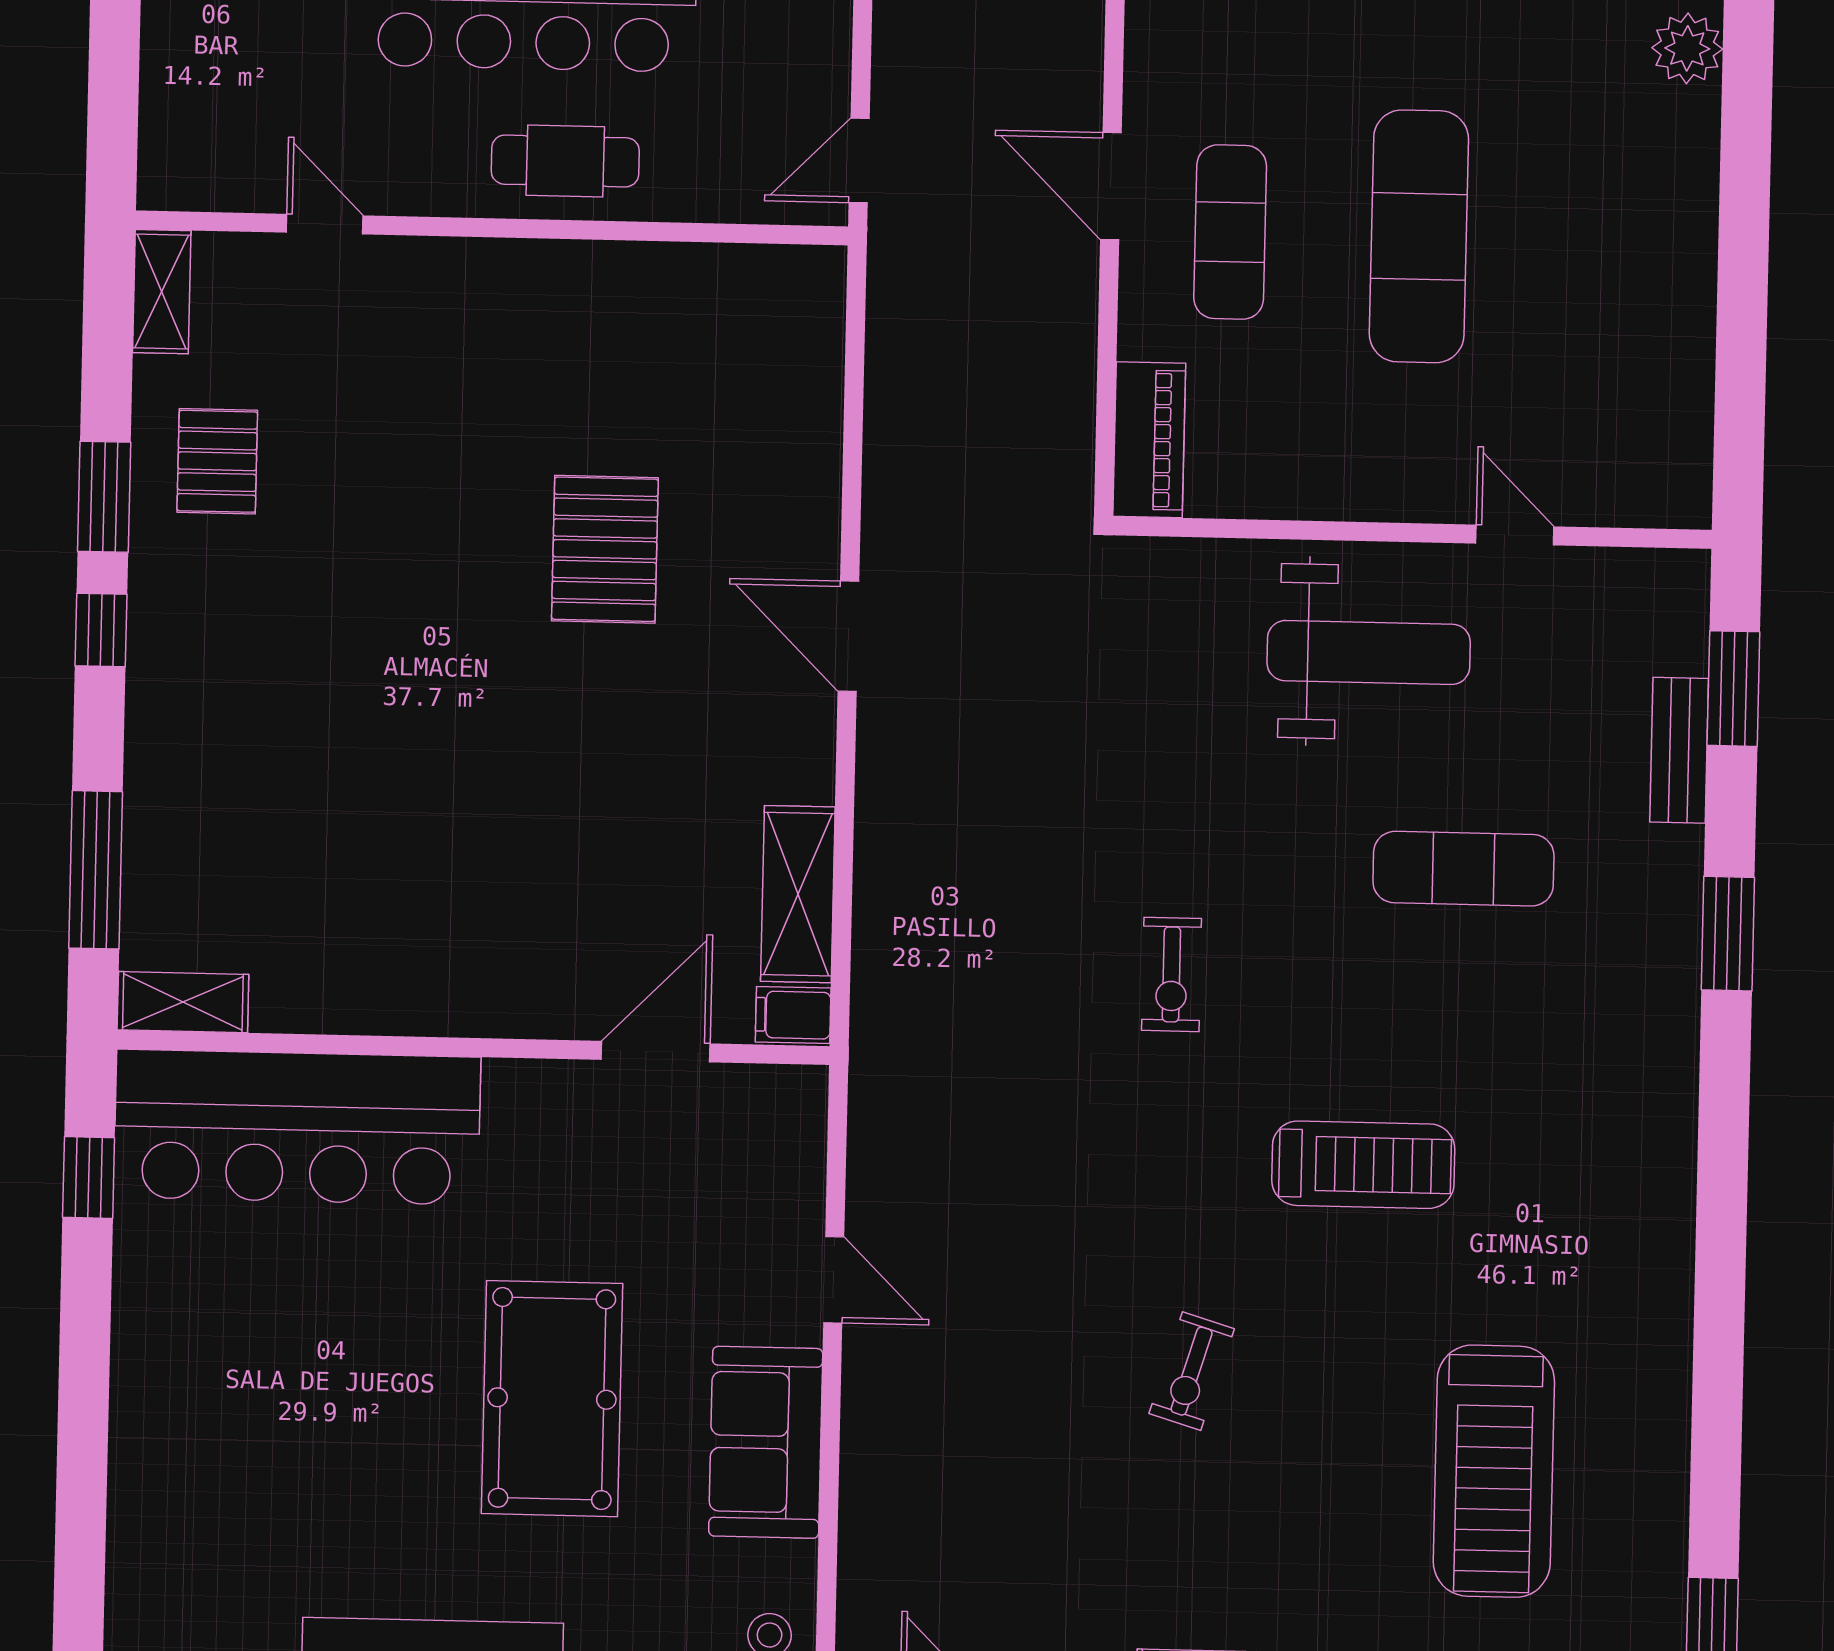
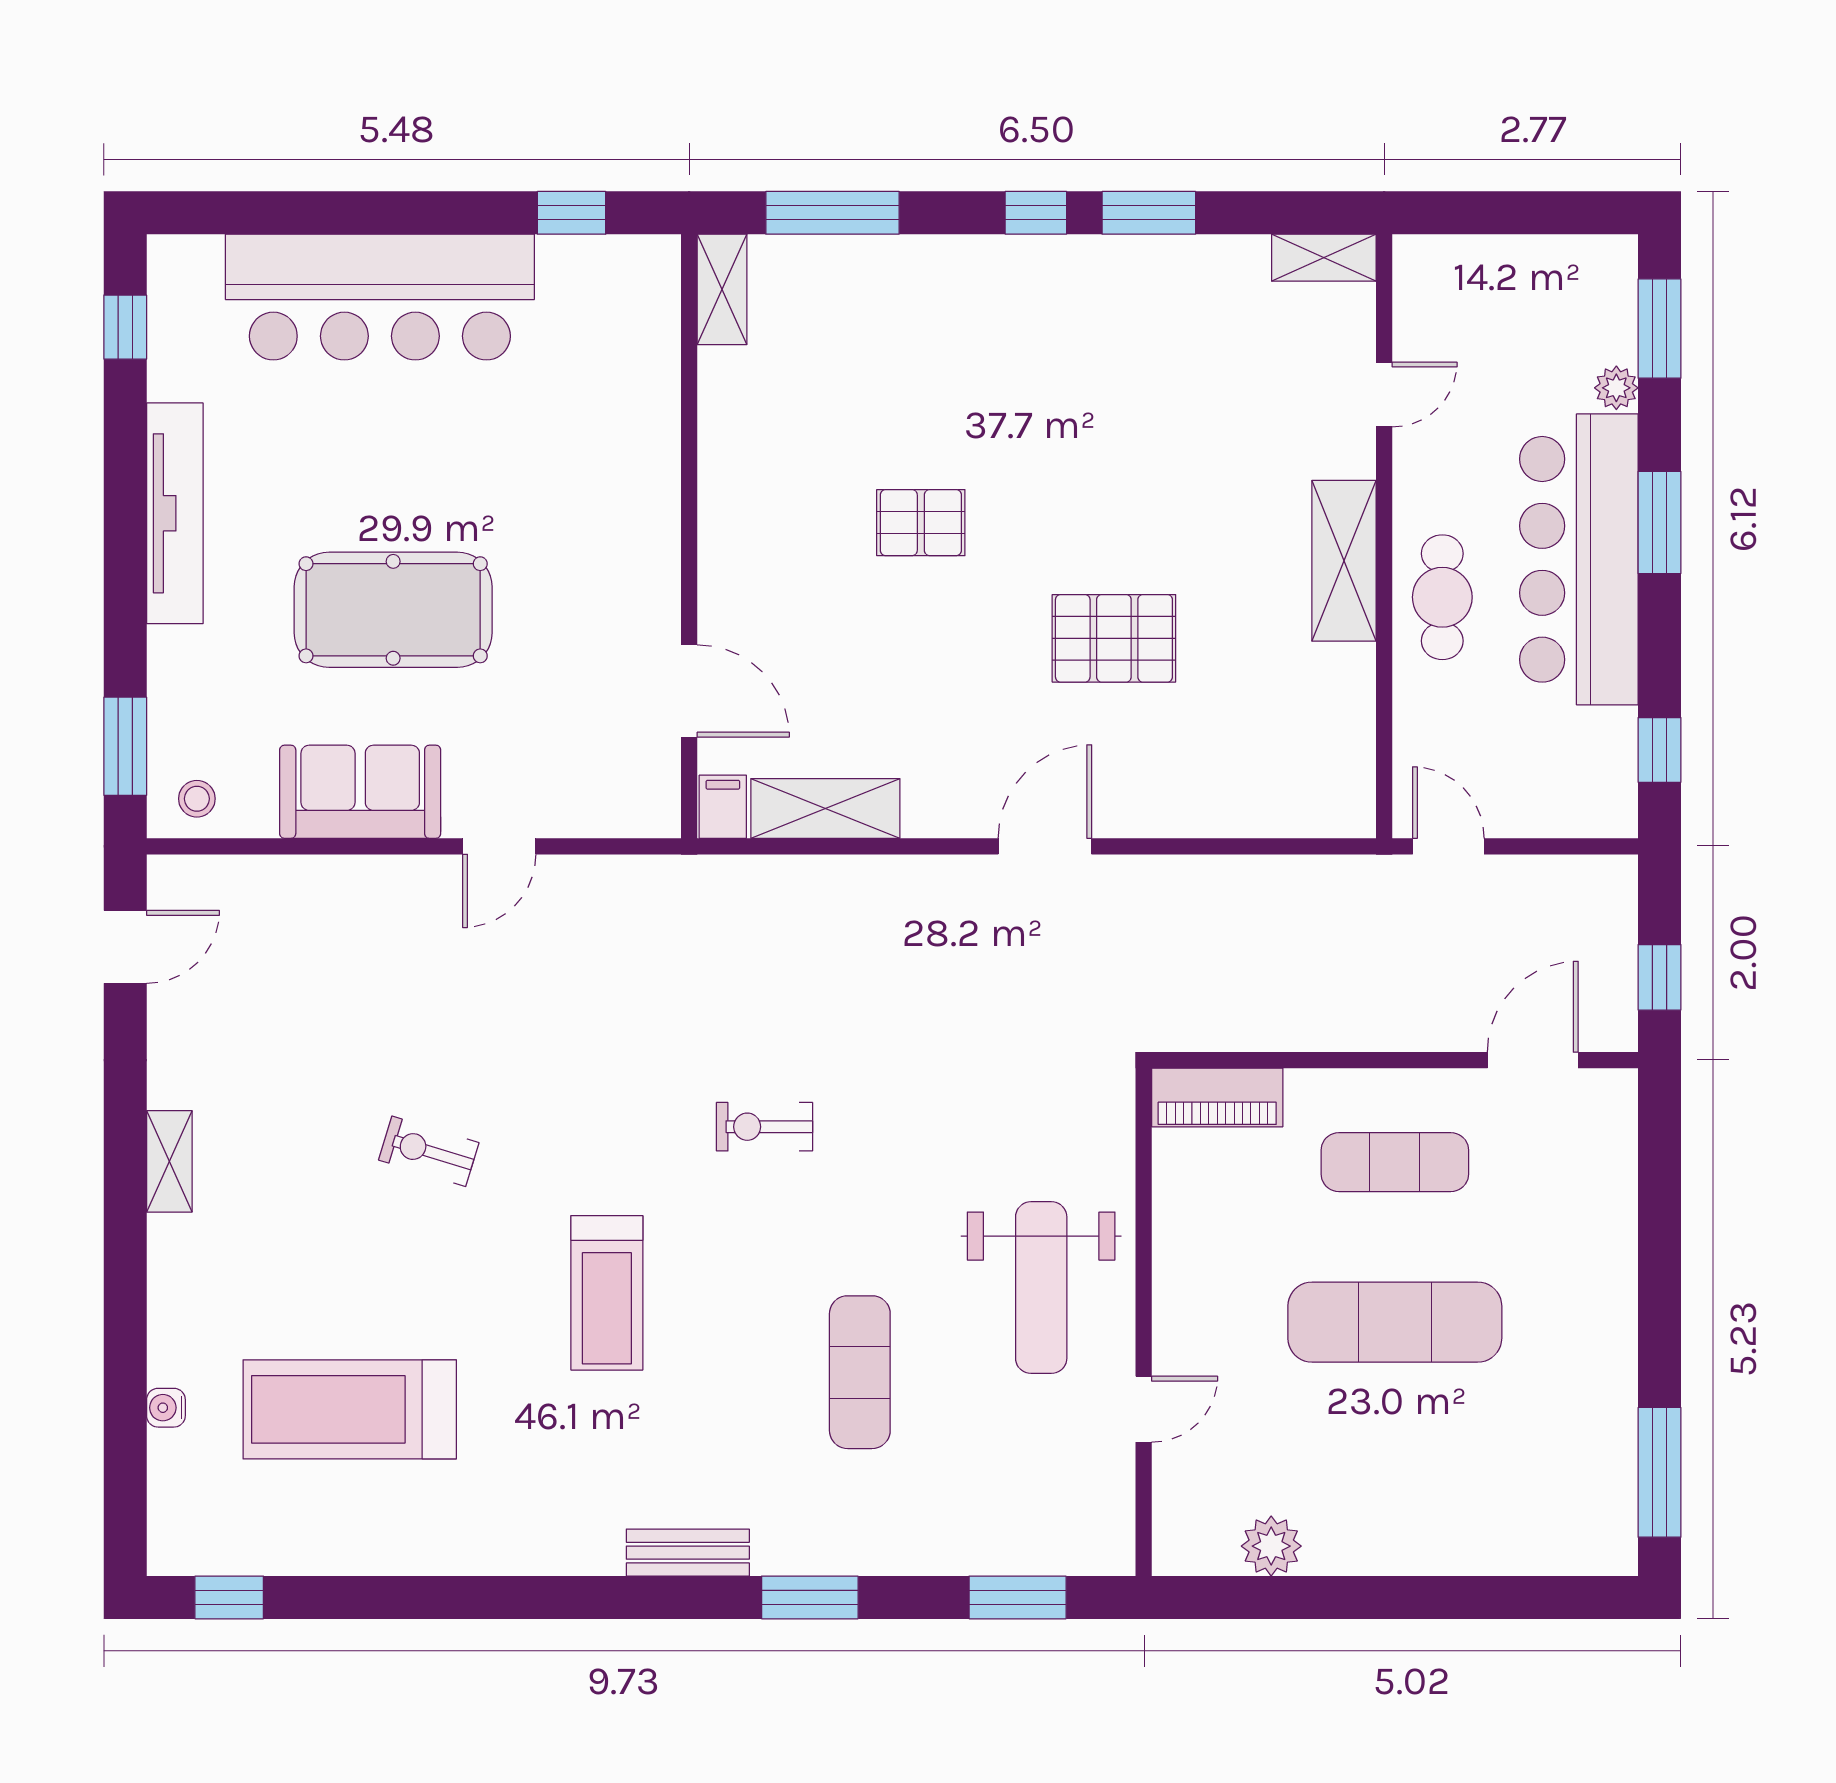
plant: (1687, 48) -> (1271, 1546), moved
door: (1111, 186) -> (1533, 1060), moved
shelving: (520, 276) -> (1344, 561), added
pallet: (217, 461) -> (921, 523), moved
bench: (1679, 750) -> (688, 1553), moved
bar counter: (297, 1127) -> (380, 297), moved, turned -90

